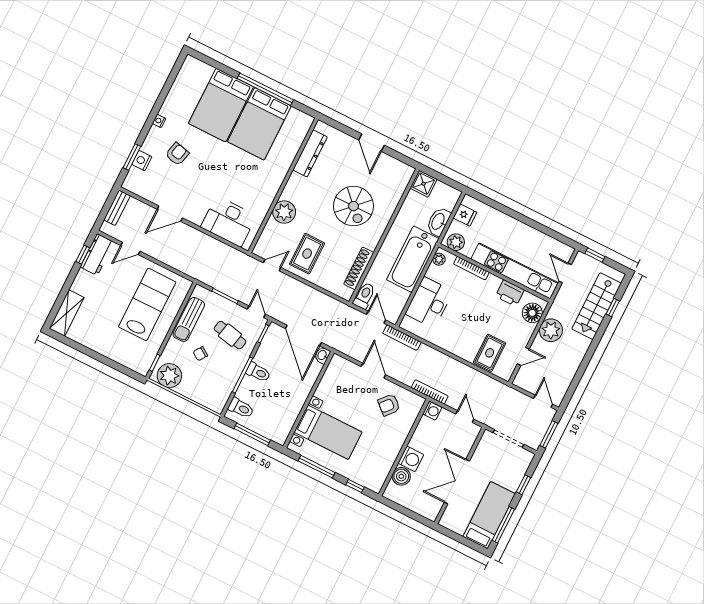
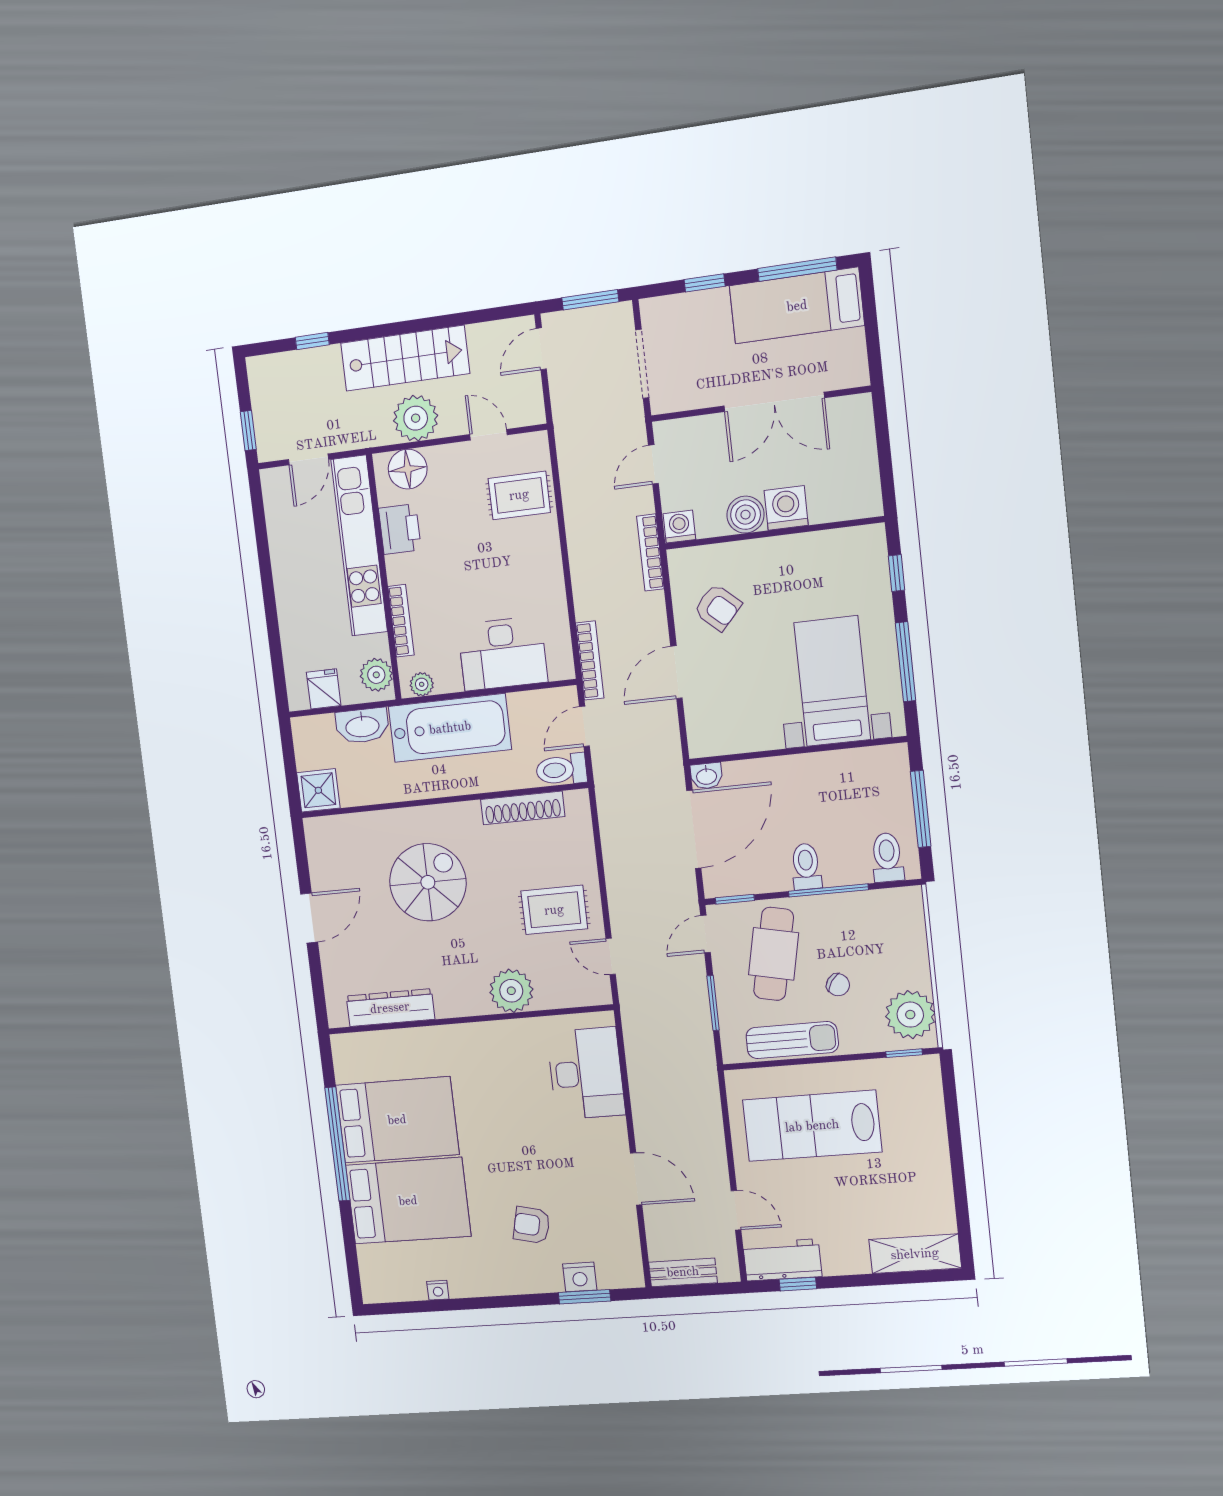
nightstand: (159, 121) -> (438, 1290), moved
stairs: (597, 306) -> (405, 358), moved
cafe table: (230, 335) -> (774, 954), width x1.37, depth x1.35
boiler: (401, 476) -> (745, 515), moved

